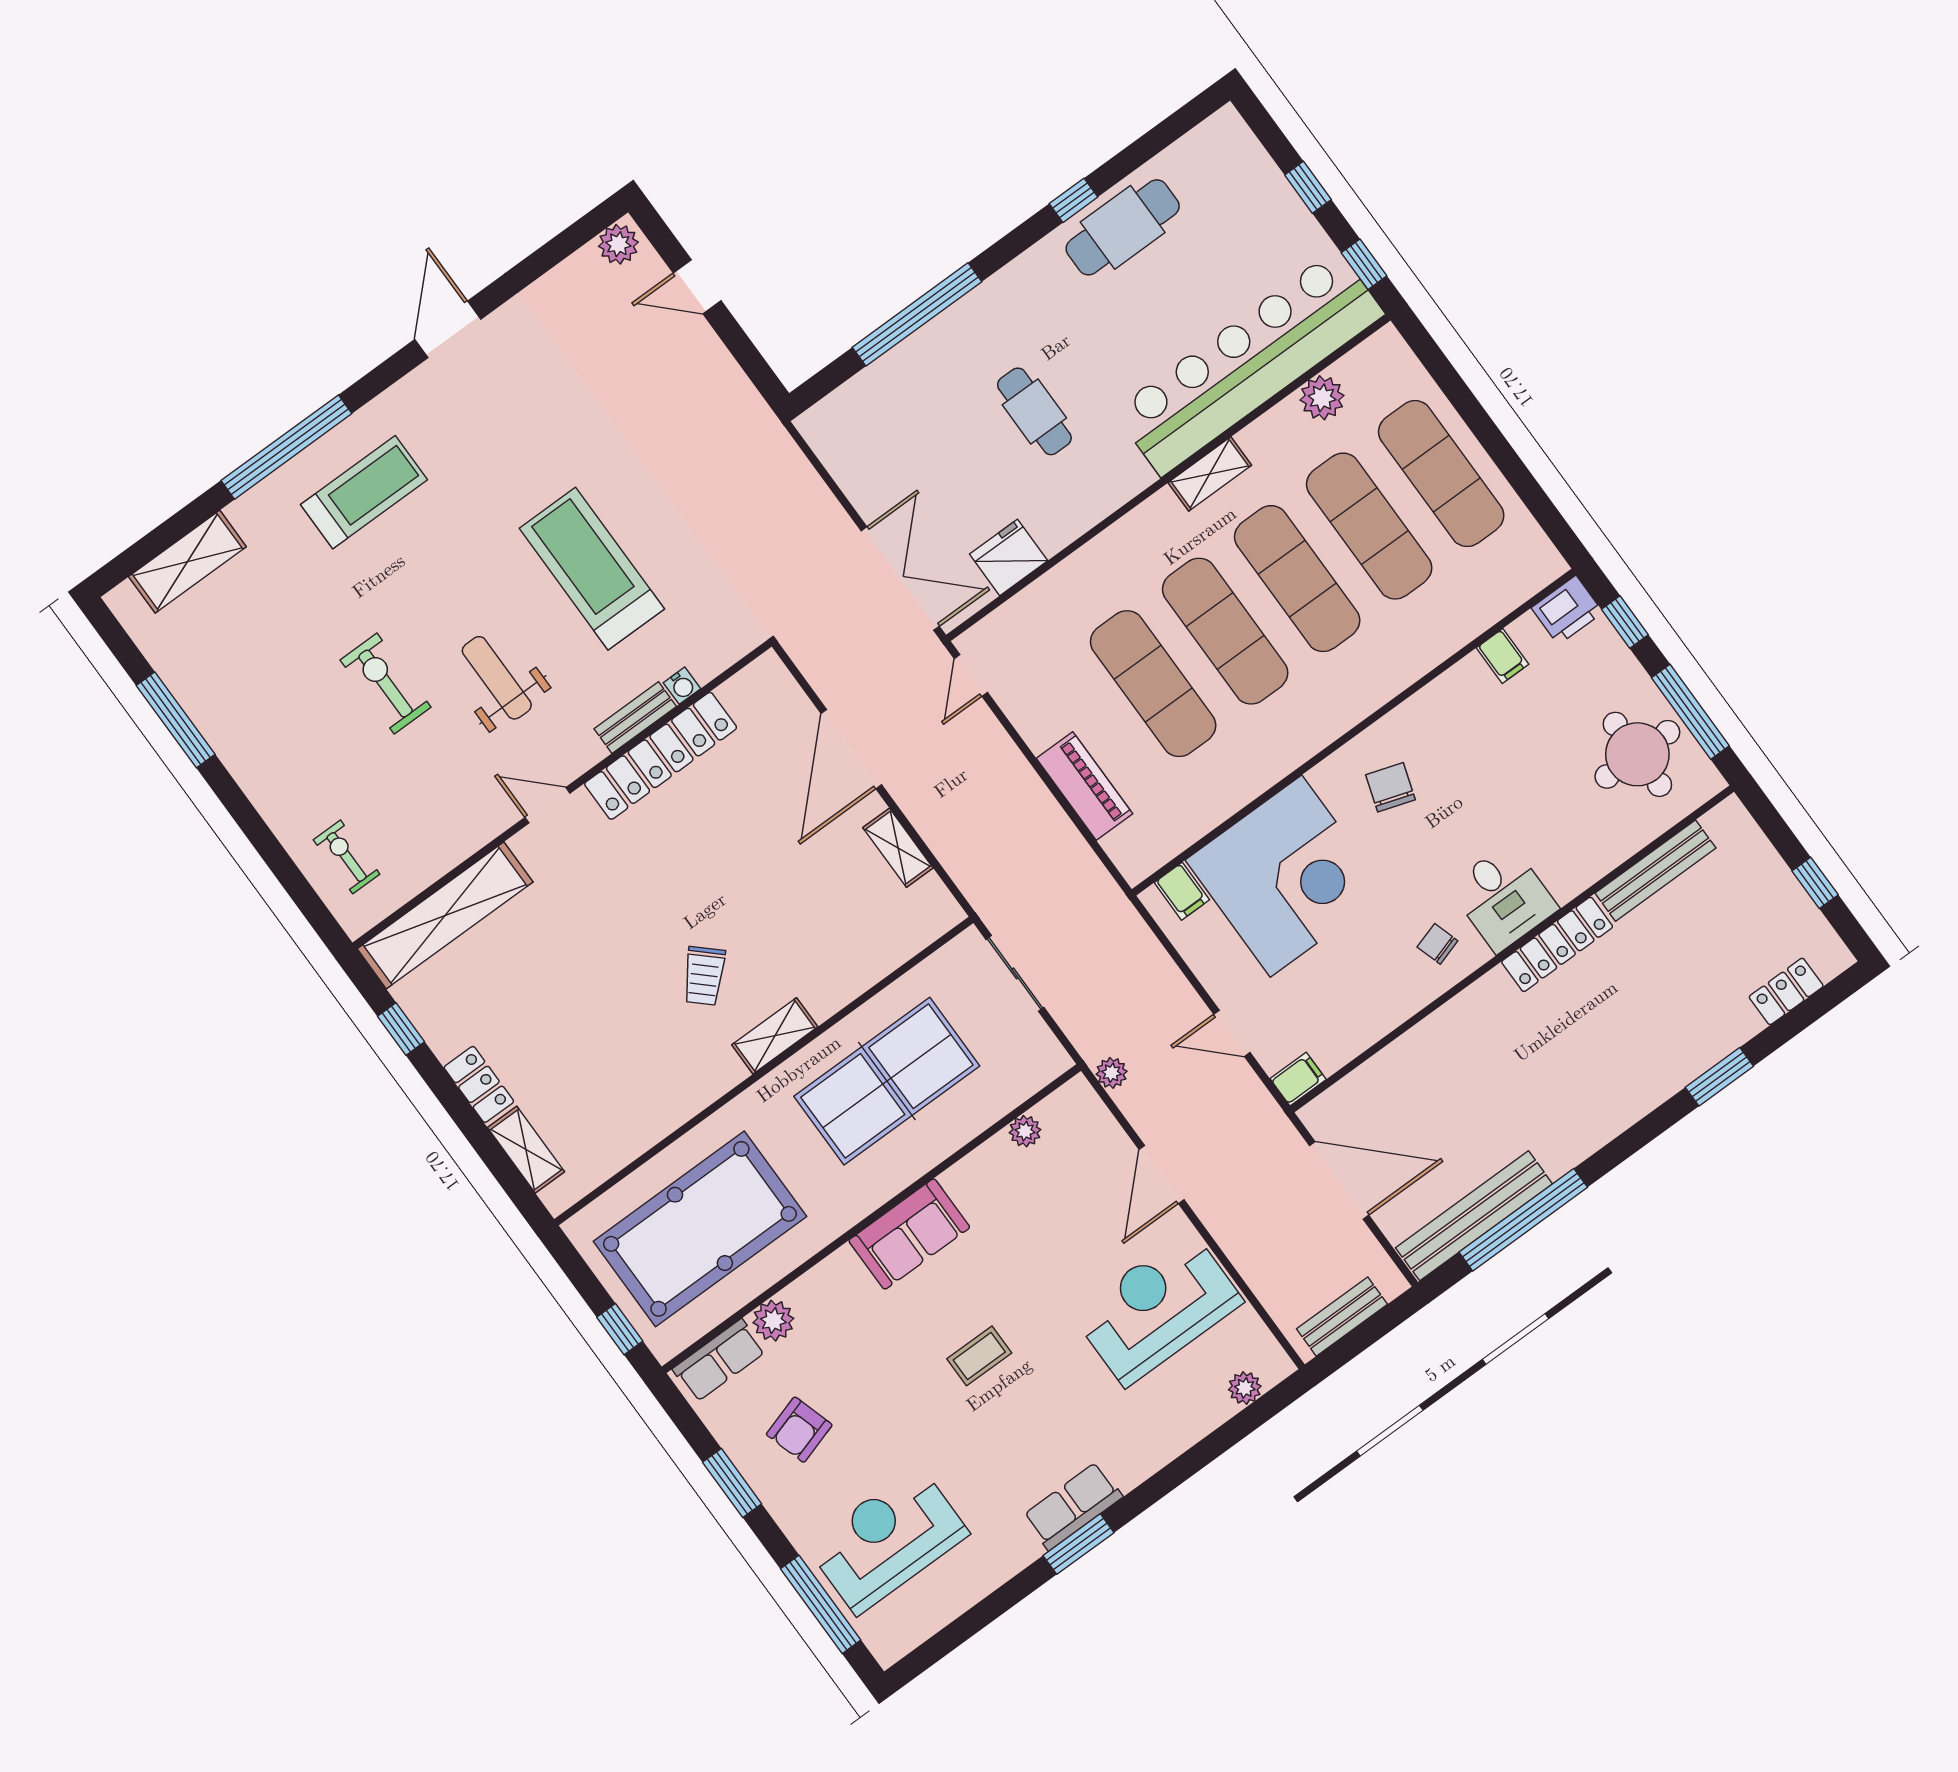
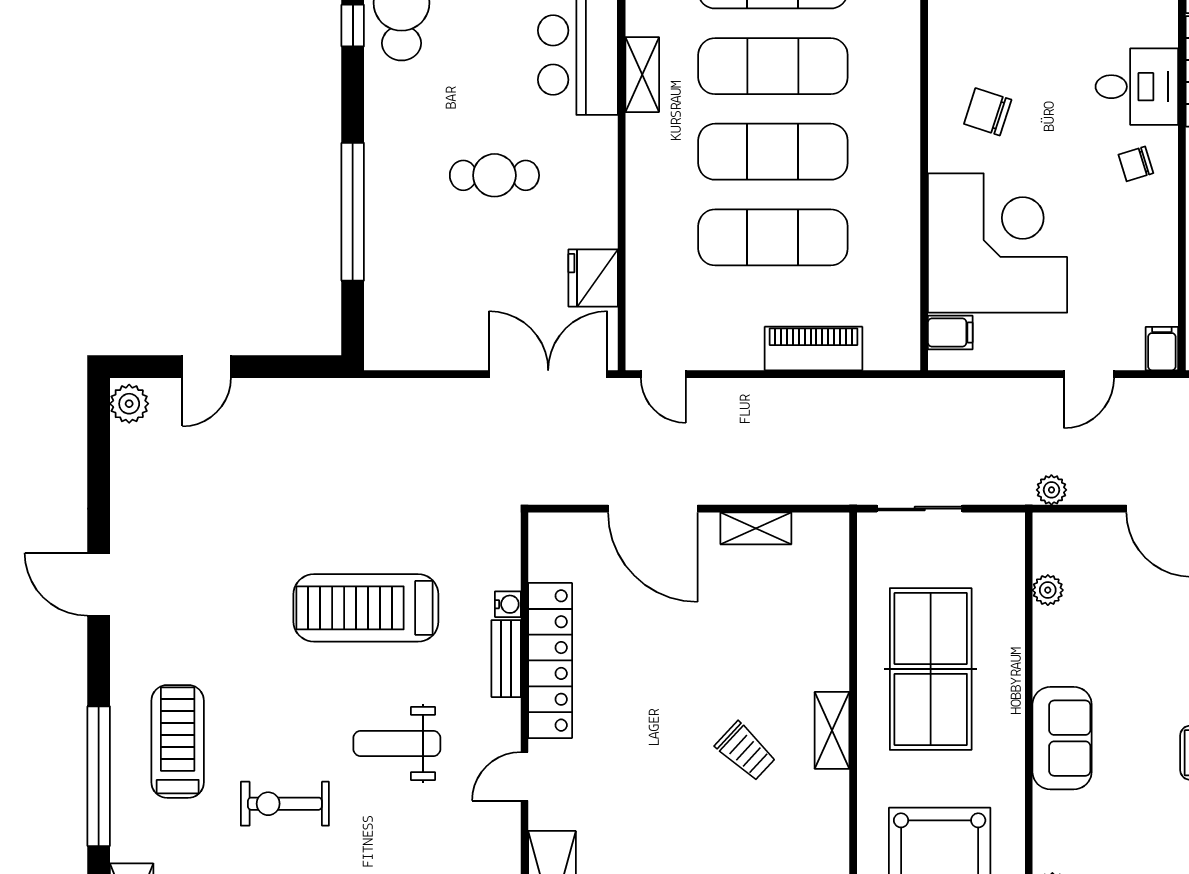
exercise bike: (386, 684) -> (285, 804), moved

